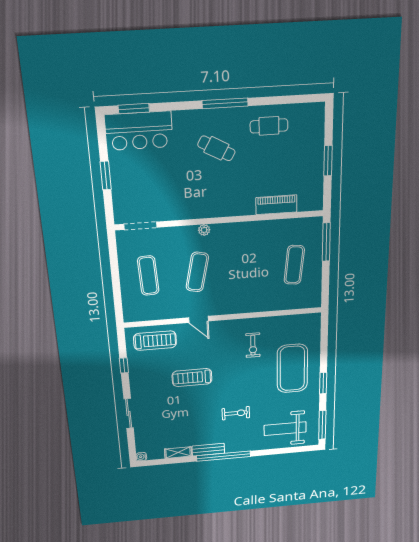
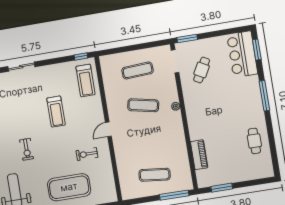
window: (225, 103) -> (264, 96), moved
cafe table: (216, 148) -> (202, 70), moved
window: (328, 161) -> (222, 188), moved
window: (106, 175) -> (187, 38), moved
door: (198, 319) -> (108, 129), moved
window: (124, 365) -> (81, 57), moved
treadmill: (192, 378) -> (56, 112), turned 180

